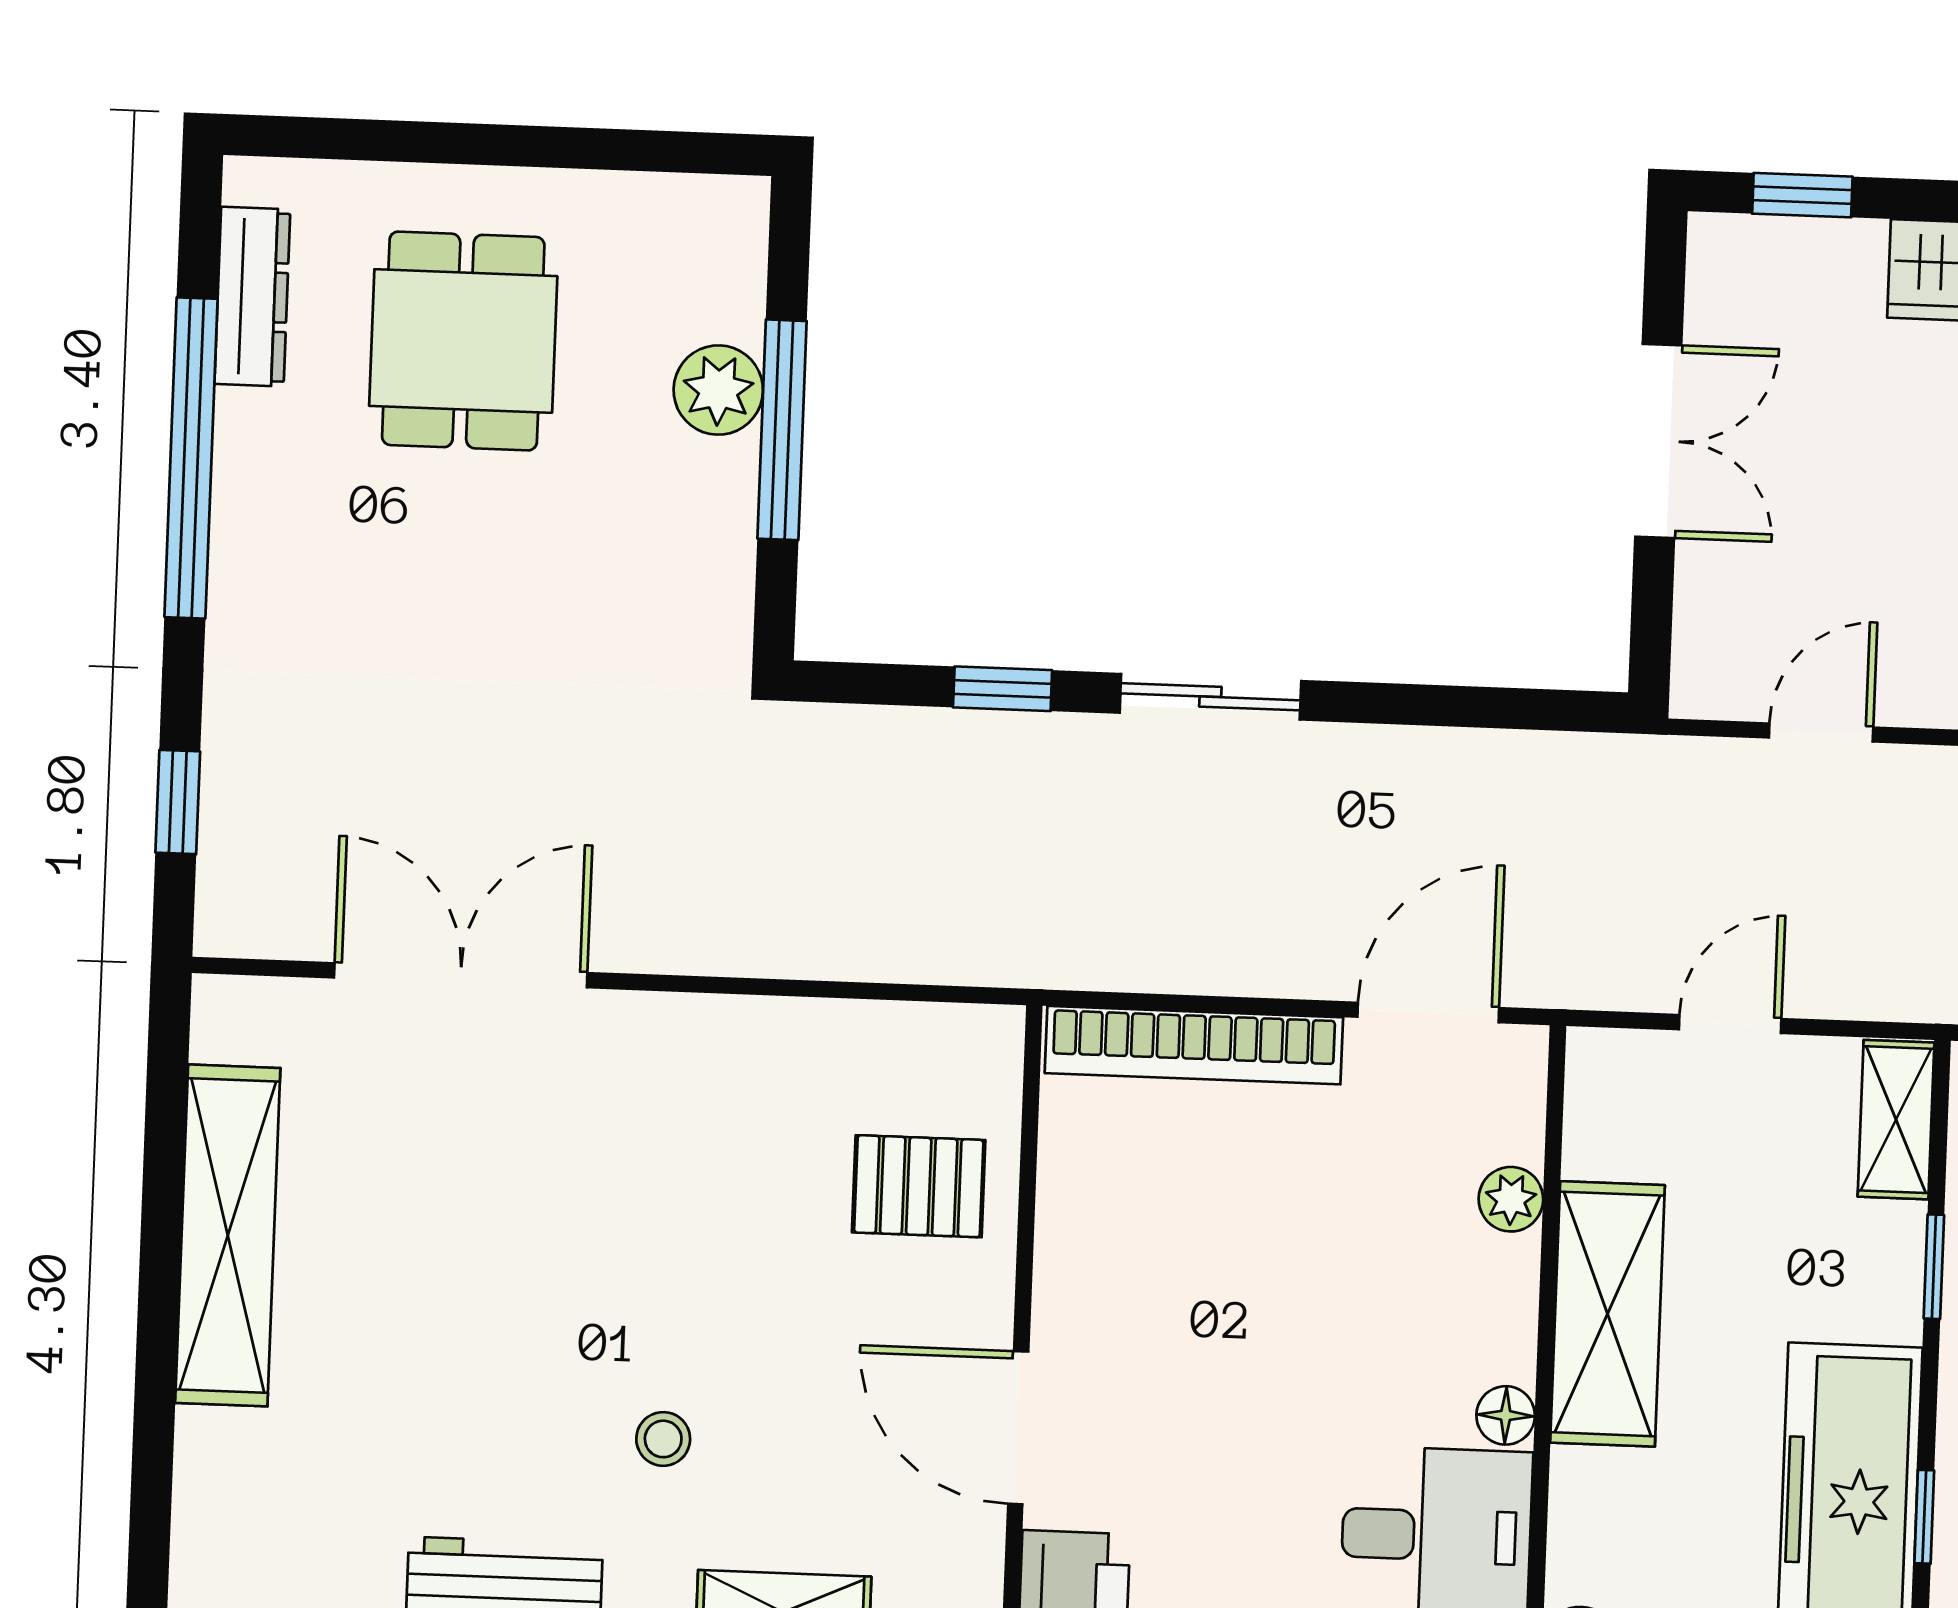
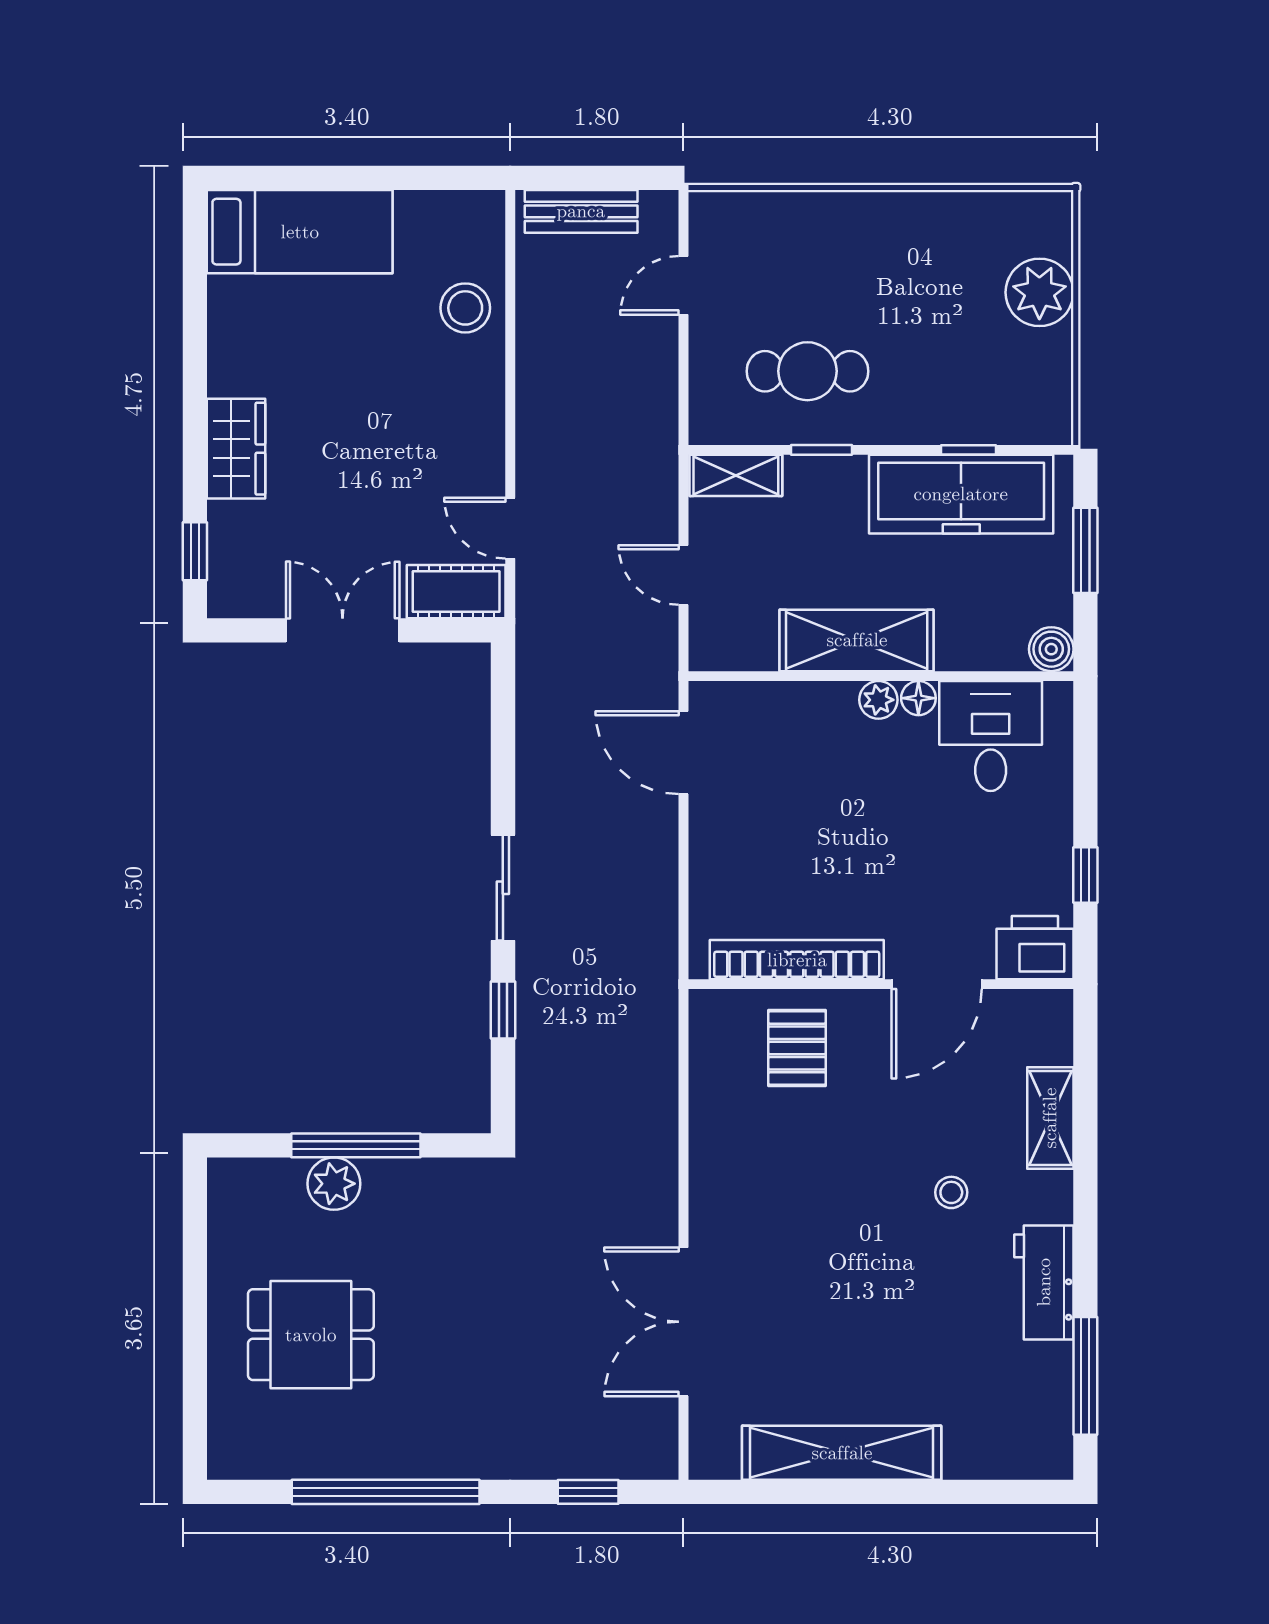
dresser: (252, 297) -> (289, 1459), removed
cot: (1717, 637) -> (456, 592), added
bookcase: (1194, 1045) -> (797, 960), moved, turned -90
plant: (1511, 1199) -> (878, 700), moved

